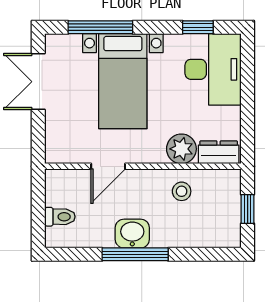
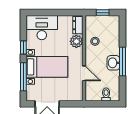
window: (198, 27) -> (23, 47), moved

